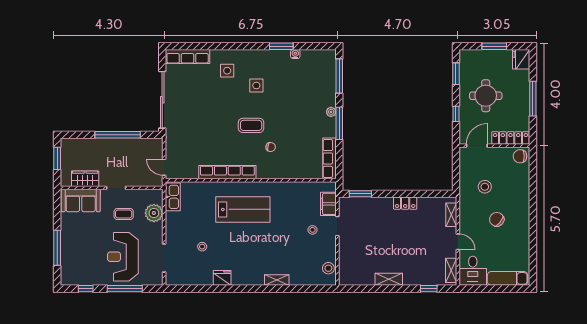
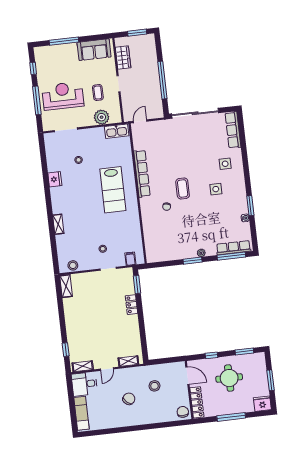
window: (339, 123) -> (193, 261), width x0.69
row of seats: (329, 158) -> (233, 248), moved
sofa: (81, 201) -> (94, 50), moved, turned -90
locker: (405, 203) -> (131, 305), moved
filing cabinet: (328, 204) -> (130, 259), width x0.50
shelving: (389, 279) -> (66, 286), moved

